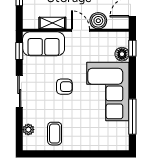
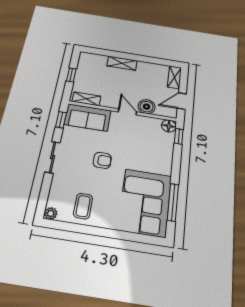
shelving: (52, 23) -> (86, 99), moved
floor lamp: (122, 54) -> (169, 126), moved
corner sofa: (108, 92) -> (145, 203), moved
plant: (28, 130) -> (51, 213), moved

